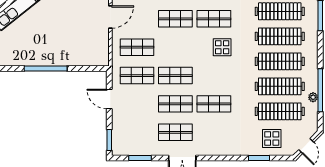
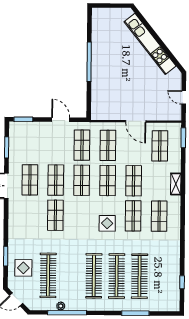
shop shelf: (175, 47) -> (108, 181), added
clothes rail: (280, 86) -> (71, 276), removed
door: (109, 99) -> (61, 120), hinge flipped

